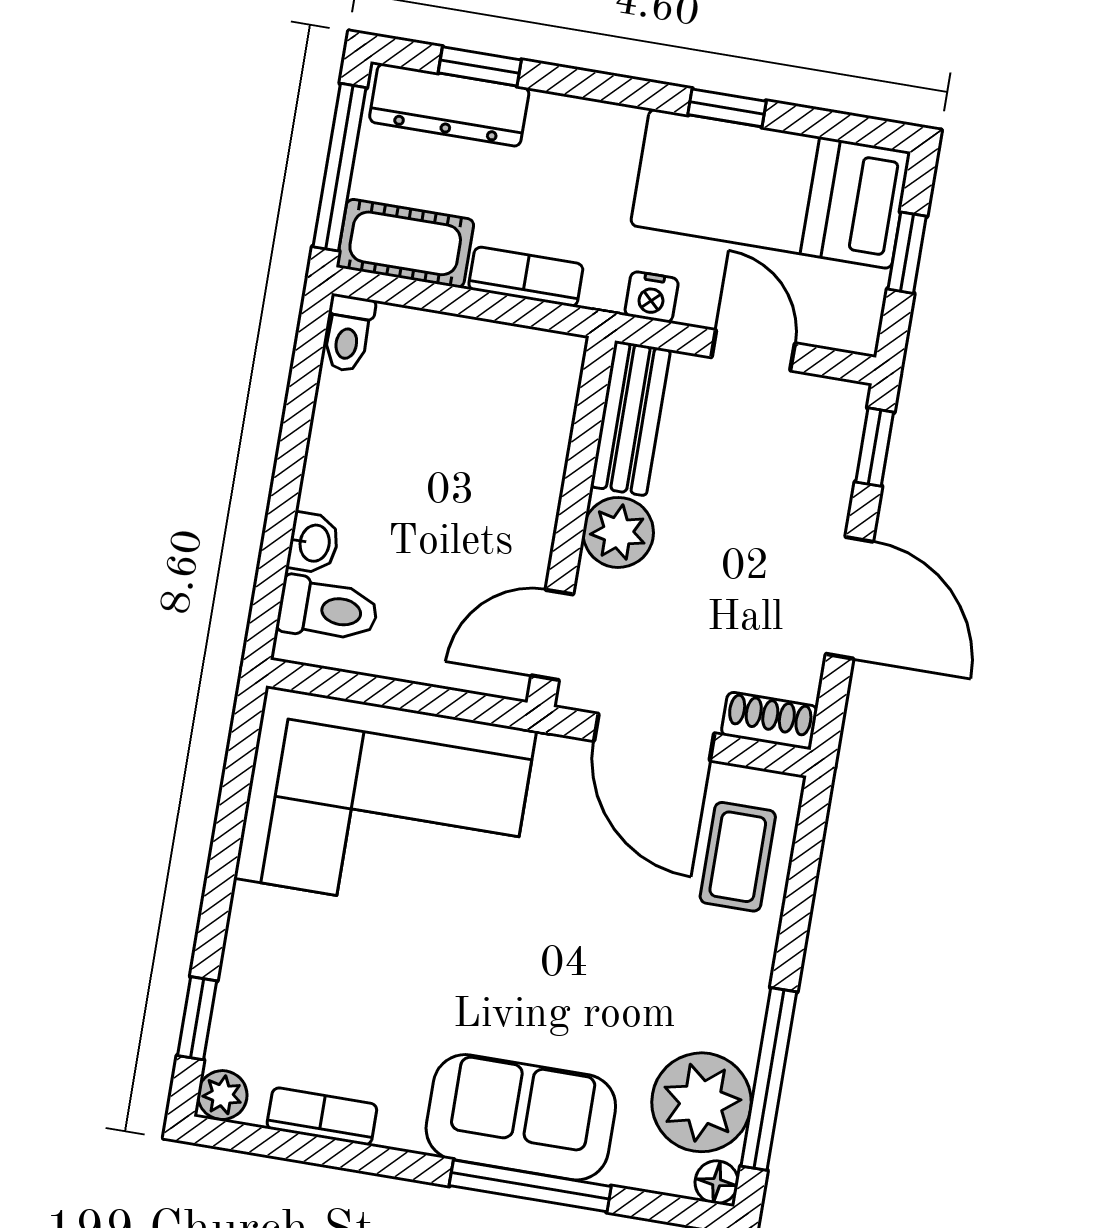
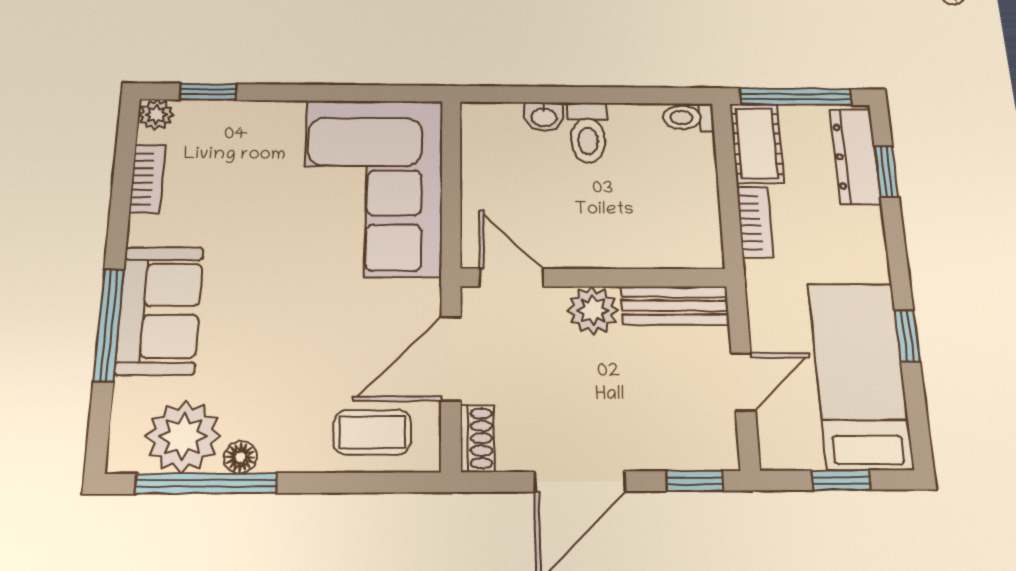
nightstand: (652, 297) -> (763, 306), removed
toilet: (328, 610) -> (588, 132), moved
floor lamp: (717, 1182) -> (240, 457), moved

